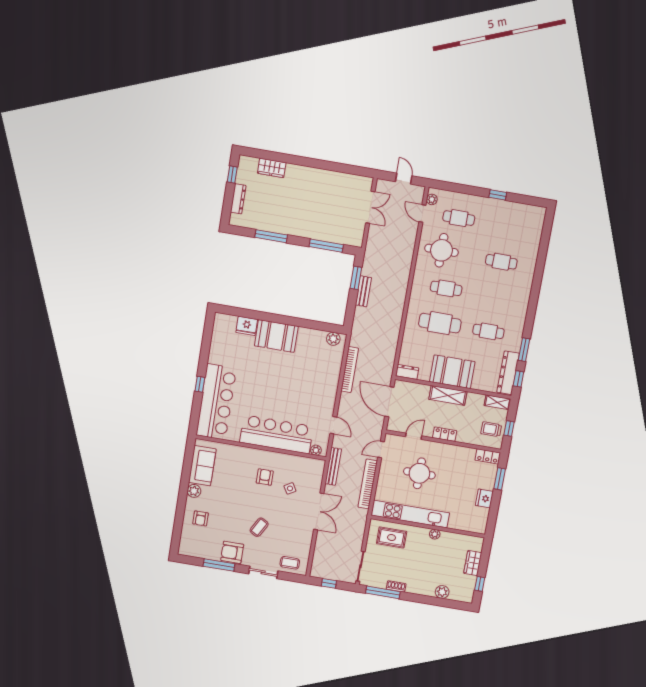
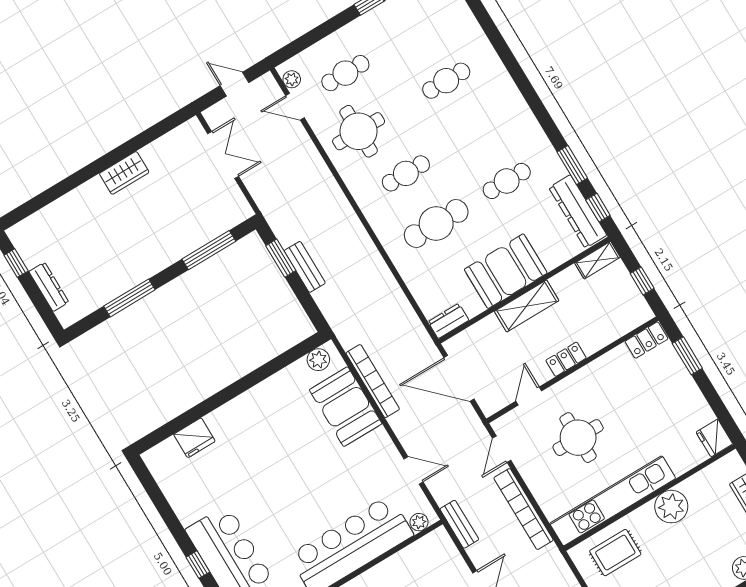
wardrobe: (272, 168) -> (124, 173), moved
booth: (276, 336) -> (346, 407), moved, turned 90
trolley: (491, 429) -> (620, 301), removed
bench: (333, 466) -> (459, 524), width x0.73
fridge: (484, 498) -> (714, 438), moved
plant: (435, 534) -> (671, 507), width x1.87, depth x1.87

